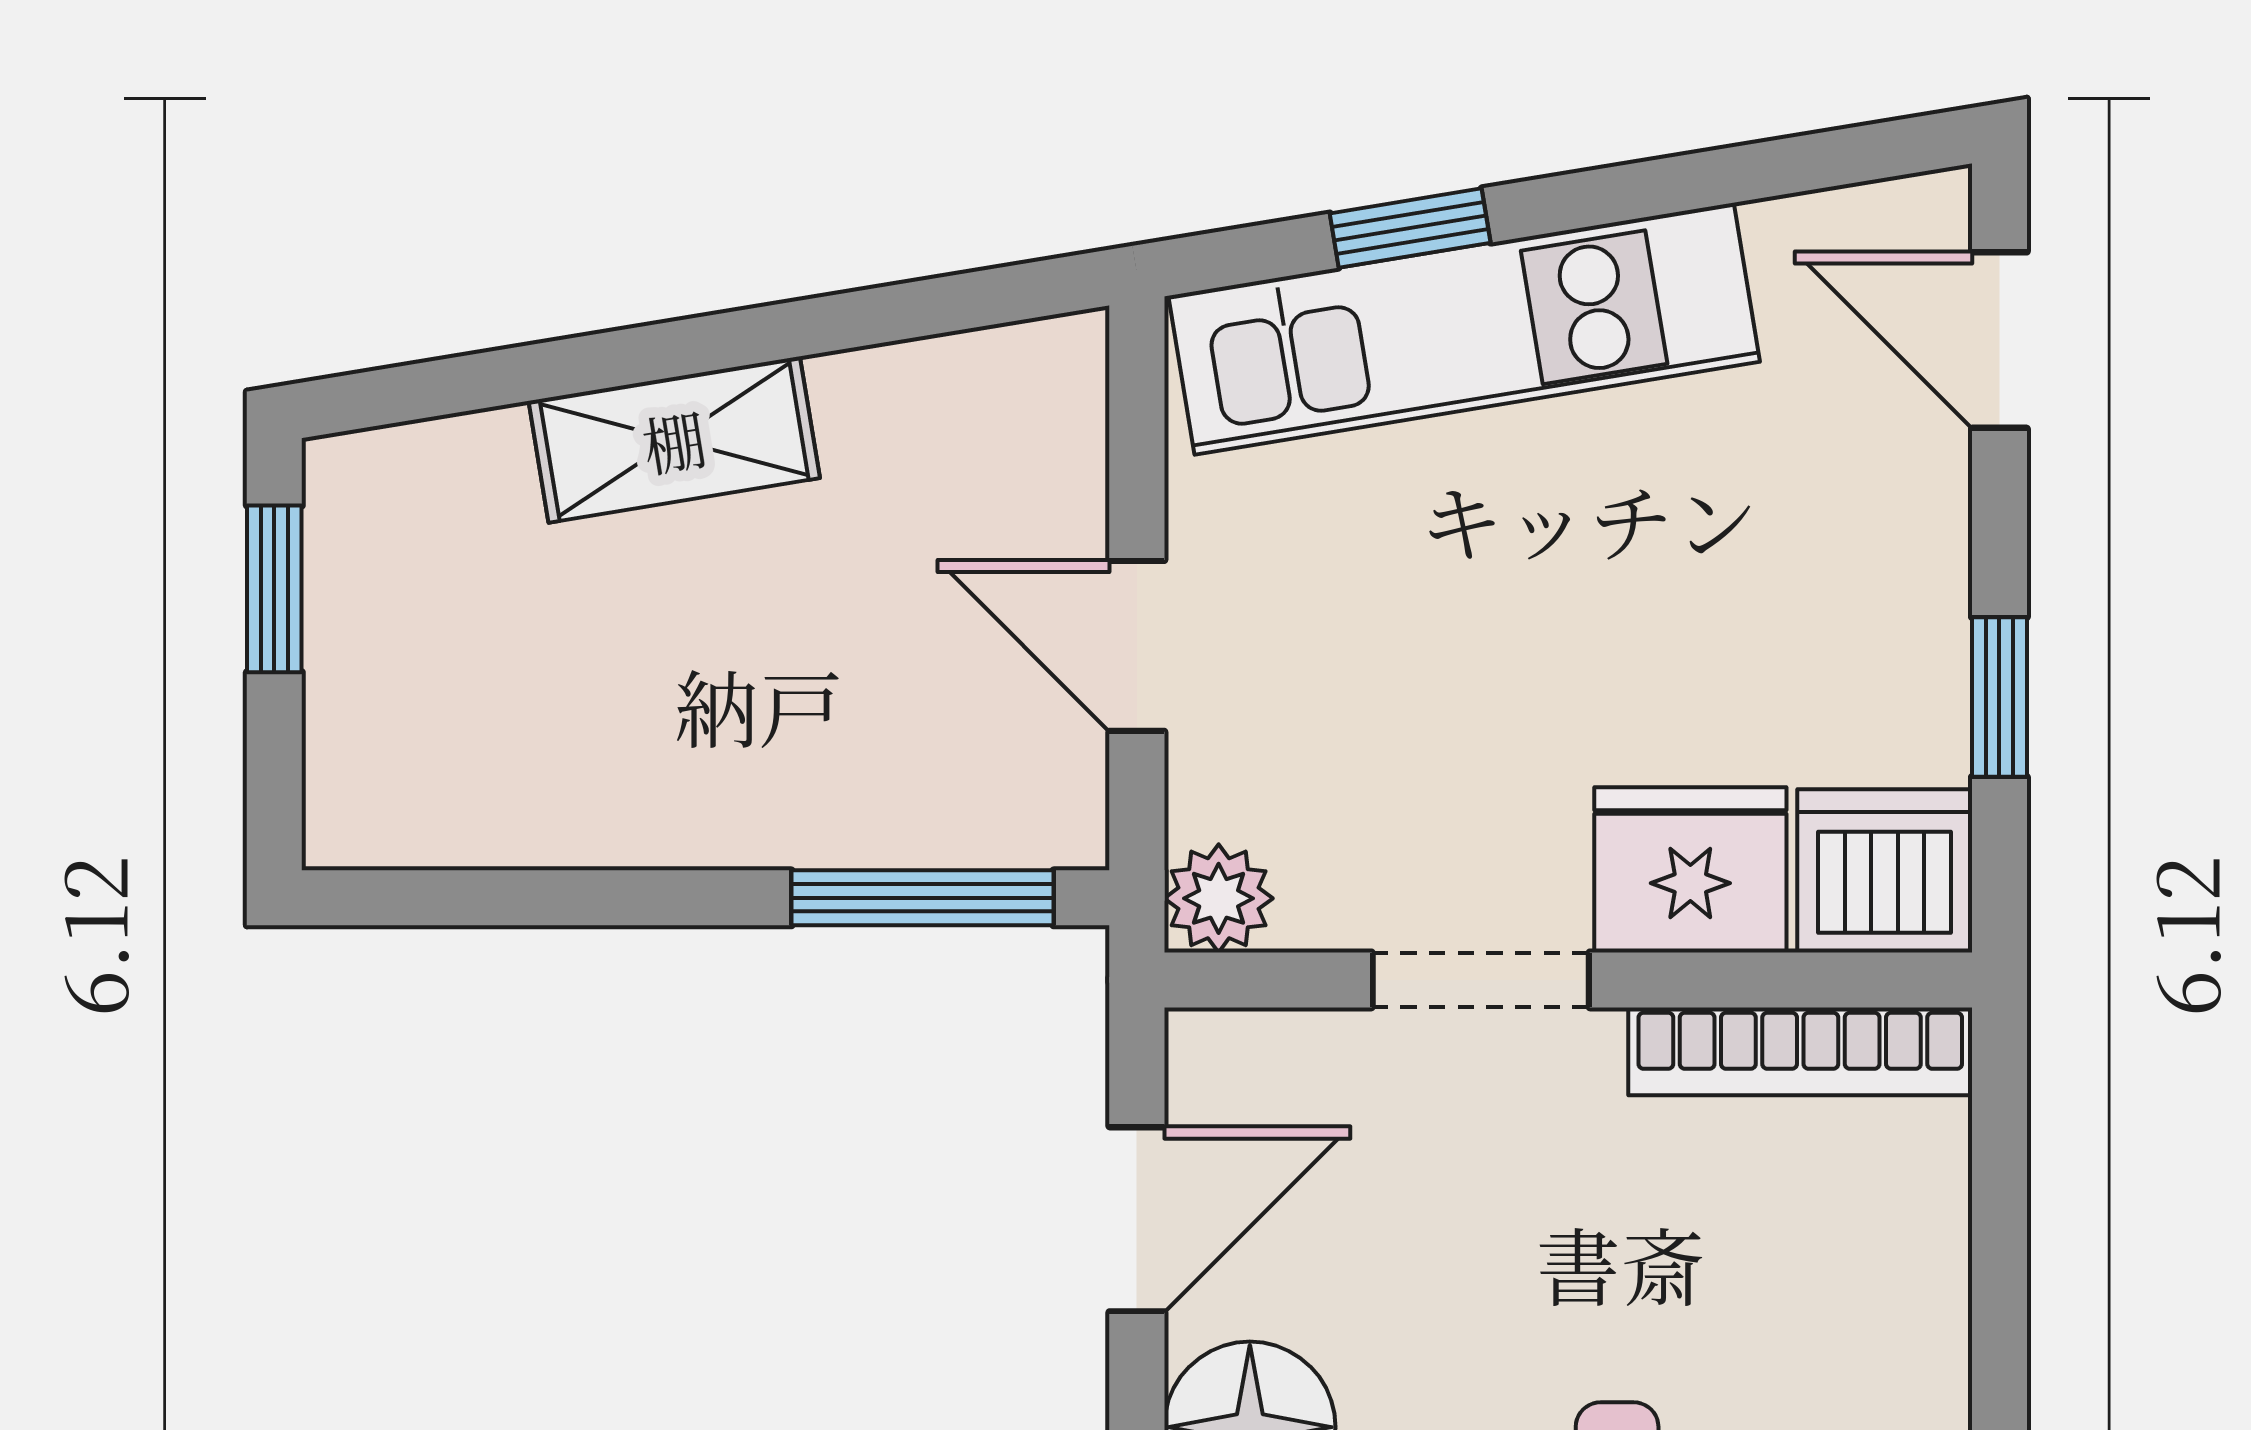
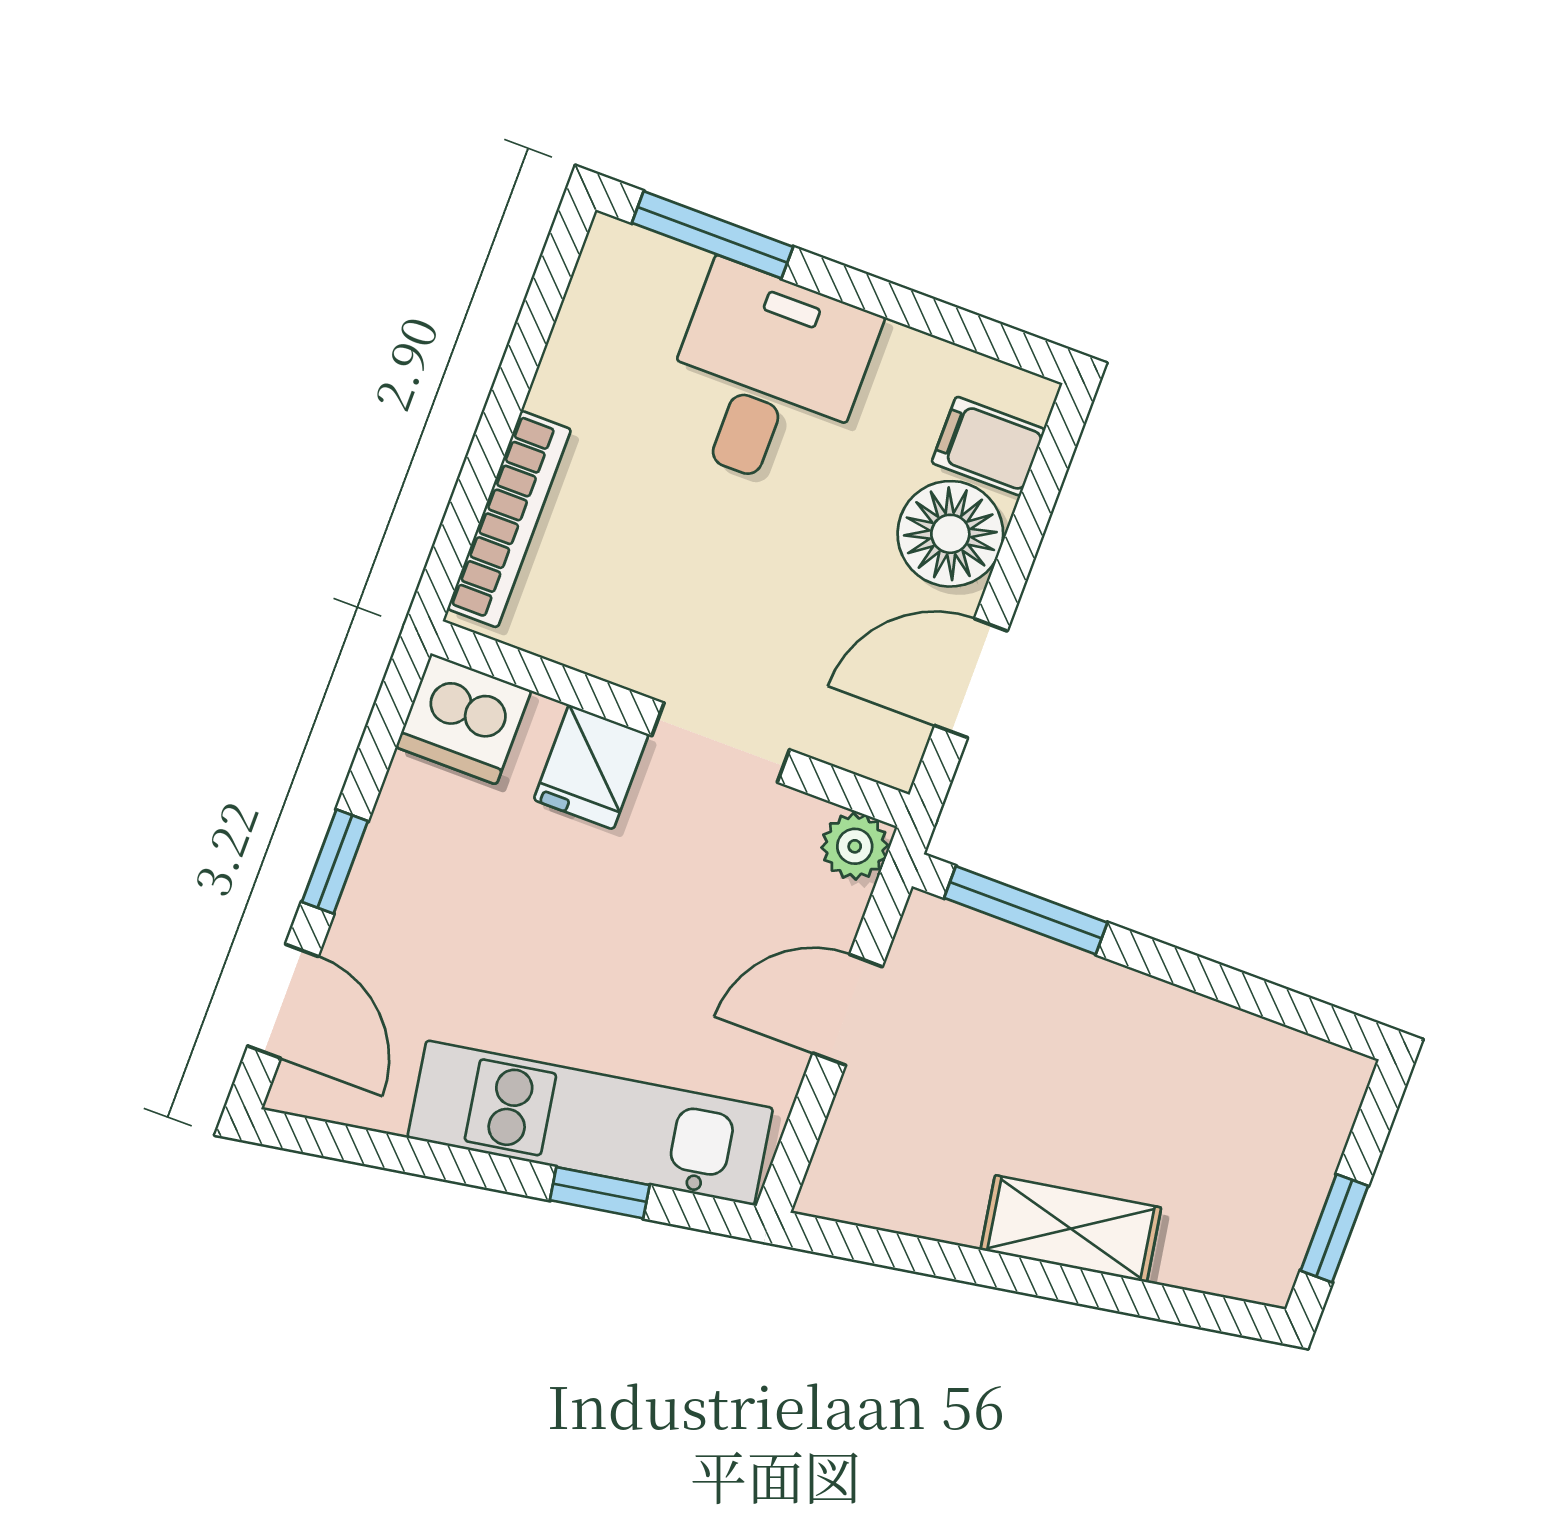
door: (1137, 646) -> (848, 1010), swing flipped
window: (1999, 697) -> (335, 862), moved
fridge: (1690, 870) -> (591, 767), width x0.72
bookcase: (1800, 1051) -> (509, 519), moved, turned 90

